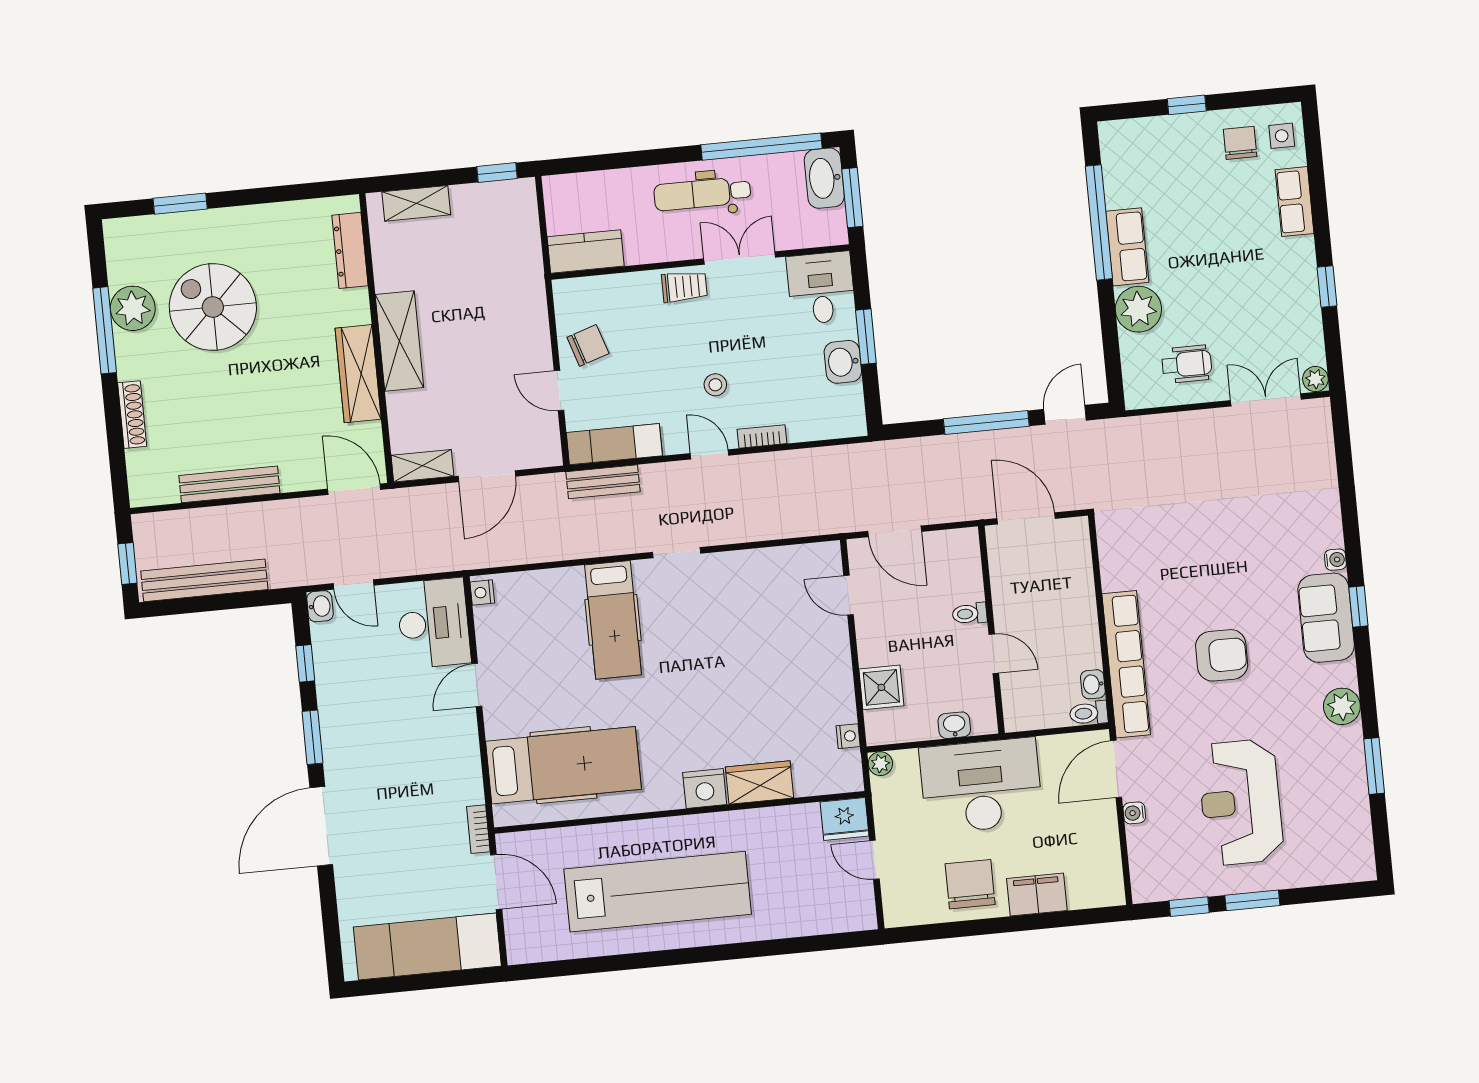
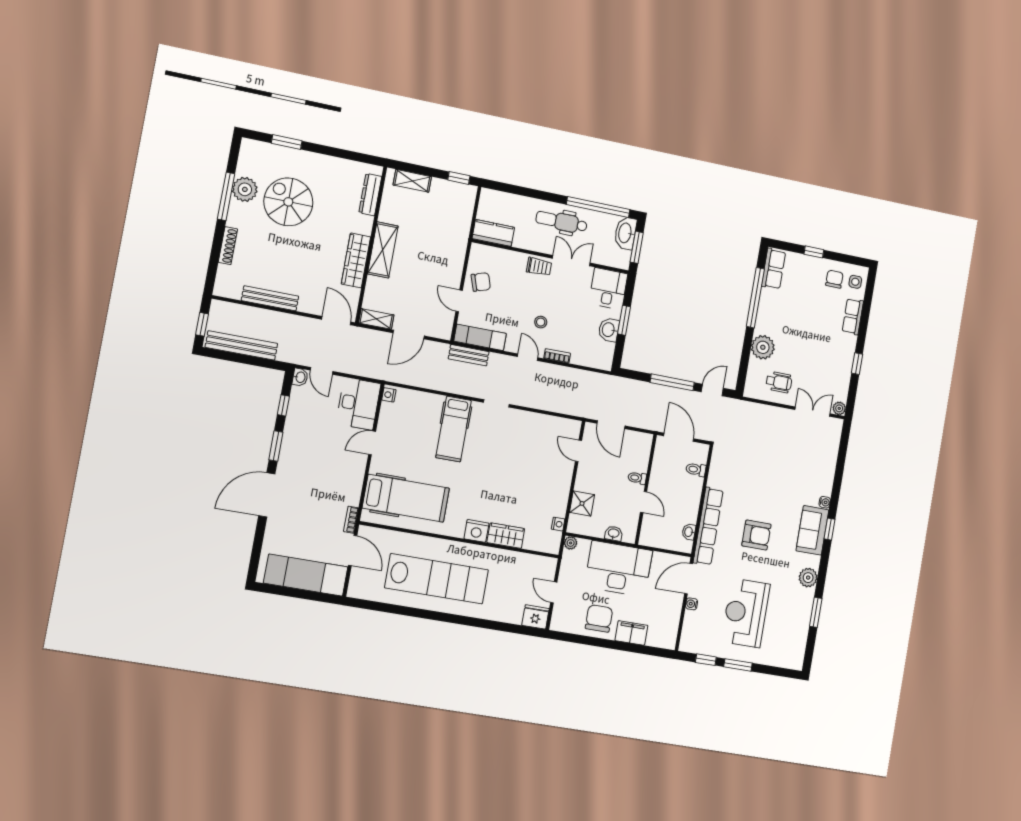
row of seats: (1127, 247) -> (774, 269), moved
toilet: (1089, 713) -> (696, 470), moved
fridge: (845, 819) -> (536, 617), moved, turned 180

